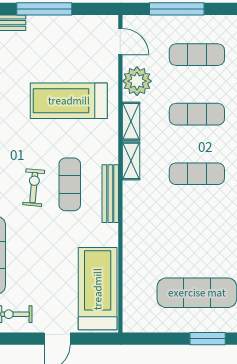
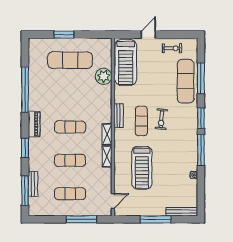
door: (120, 42) -> (113, 201), swing flipped
plant: (137, 81) -> (104, 76), moved
treadmill: (69, 101) -> (142, 168), turned 90
bench: (110, 194) -> (119, 116), width x0.73

